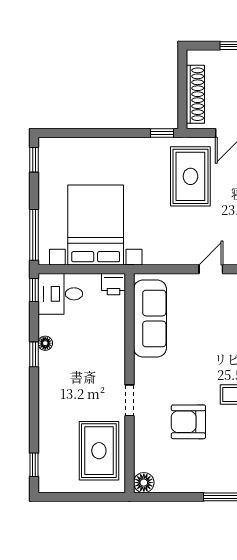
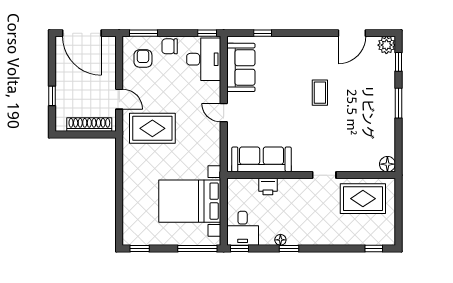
window: (162, 133) -> (119, 150), removed
printer: (114, 284) -> (268, 187), moved, turned 90
armchair: (188, 422) -> (341, 130), removed

